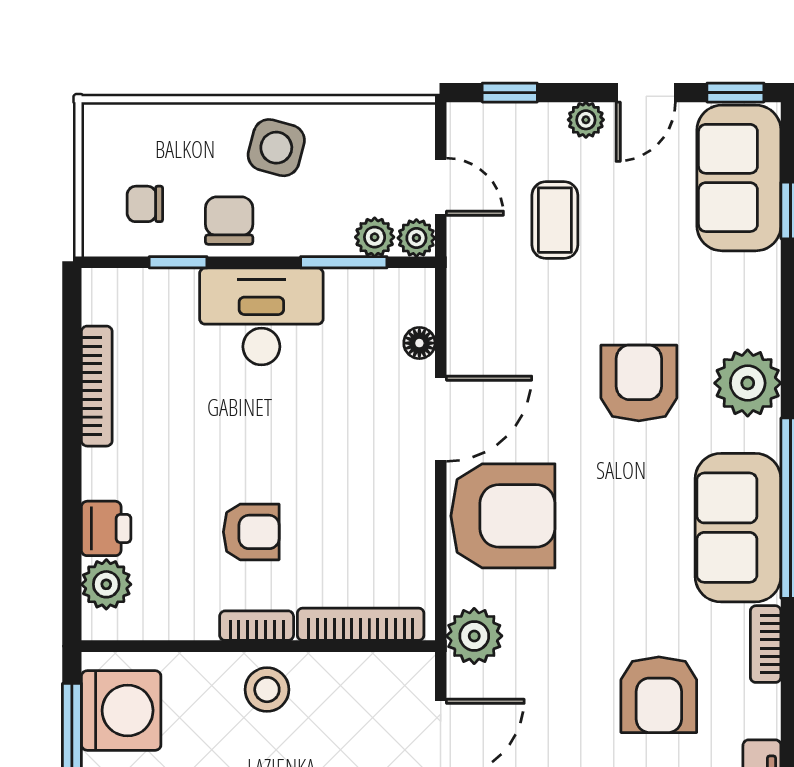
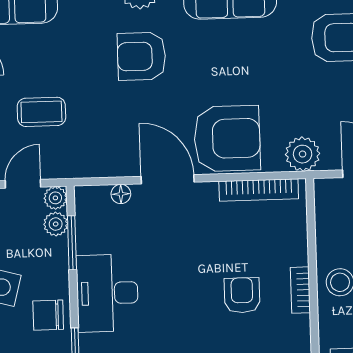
armchair: (503, 516) -> (227, 139), turned 90
bookcase: (361, 624) -> (259, 190), moved, turned -90

